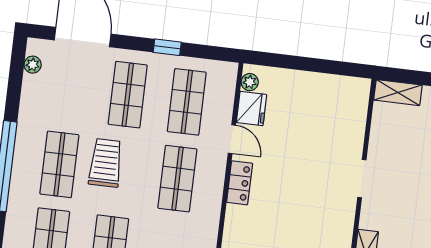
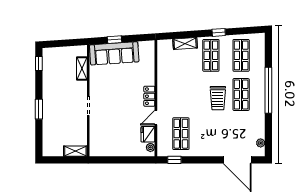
window: (167, 47) -> (174, 160), moved
shop shelf: (128, 95) -> (211, 134), removed
door: (232, 139) -> (156, 118), hinge flipped
shop shelf: (177, 179) -> (181, 95), removed

